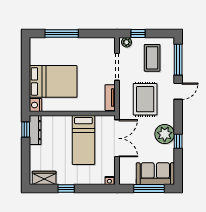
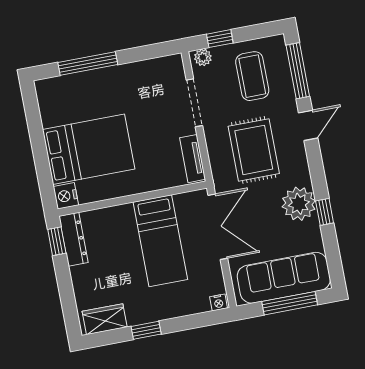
sofa: (155, 174) -> (284, 278), width x1.36

